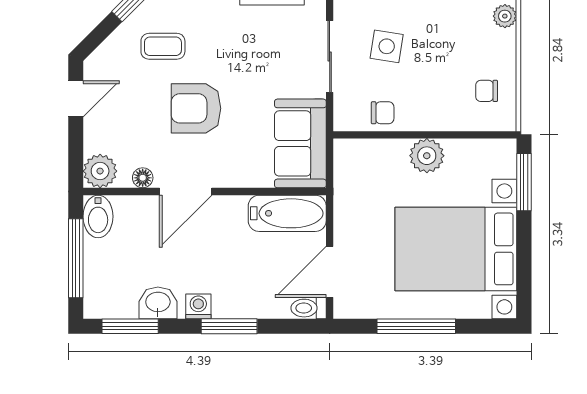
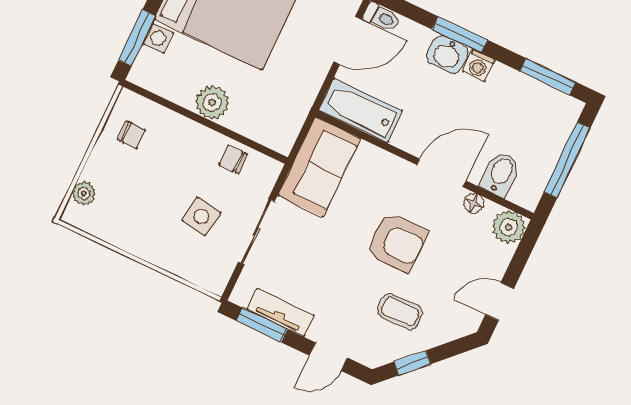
bidet: (98, 216) -> (501, 174), moved
washbasin: (158, 303) -> (447, 54), moved

